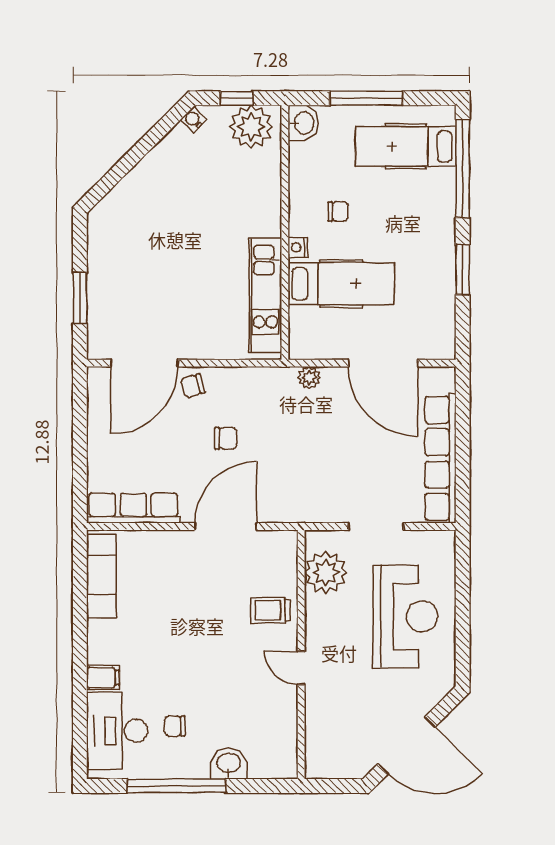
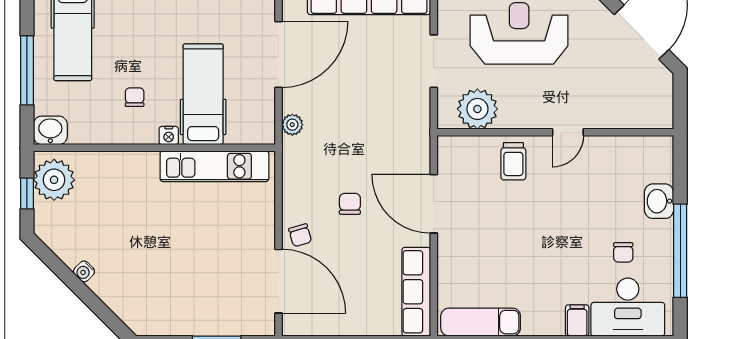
water cooler: (193, 120) -> (84, 271), moved

